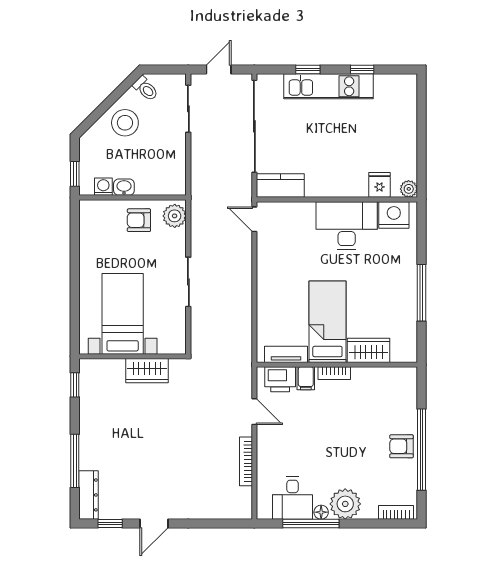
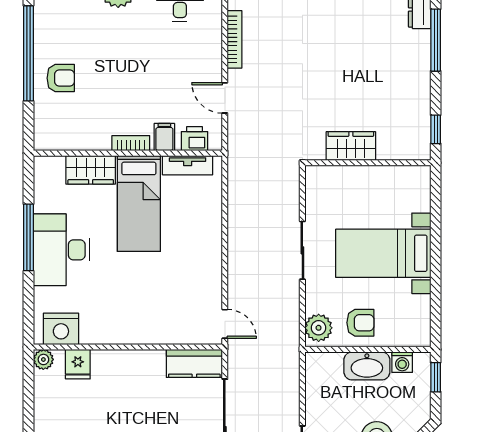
washbasin: (124, 187) -> (367, 366), width x1.91, depth x1.45
desk: (347, 226) -> (62, 250), moved, turned 90
bed with nightstands: (123, 314) -> (383, 253), moved, turned 90
printer: (280, 379) -> (194, 139), width x0.73, depth x0.81
armchair: (401, 446) -> (61, 78), moved

